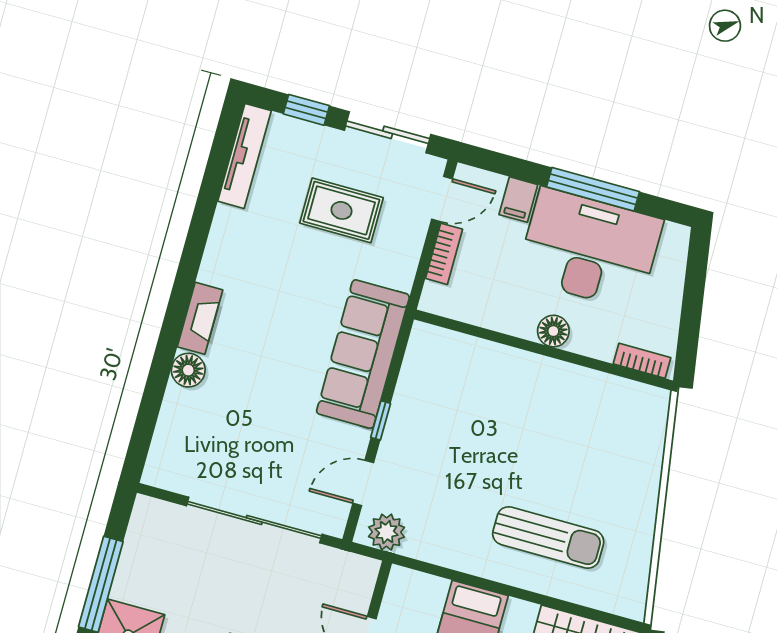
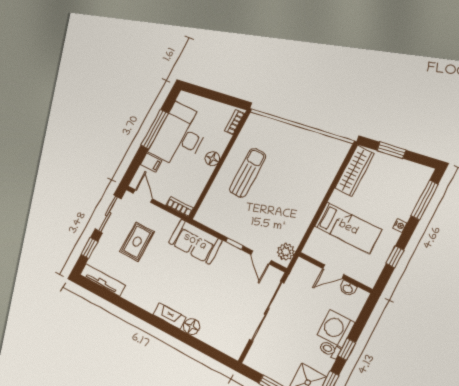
bookcase: (444, 254) -> (180, 207), moved
sofa: (363, 354) -> (195, 242), width x0.73
sun lounger: (548, 538) -> (248, 173), moved

